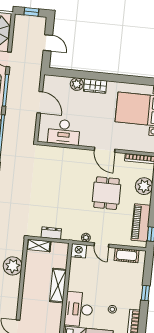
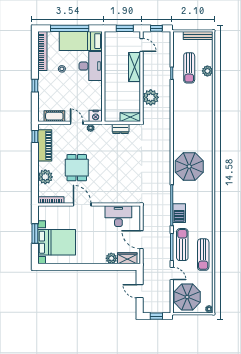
wardrobe: (95, 86) -> (127, 258), moved
shelving: (58, 286) -> (135, 67), moved

